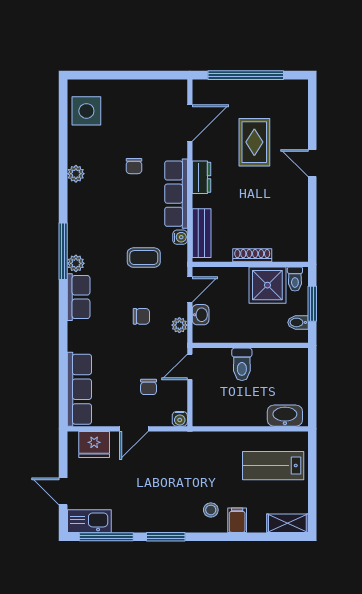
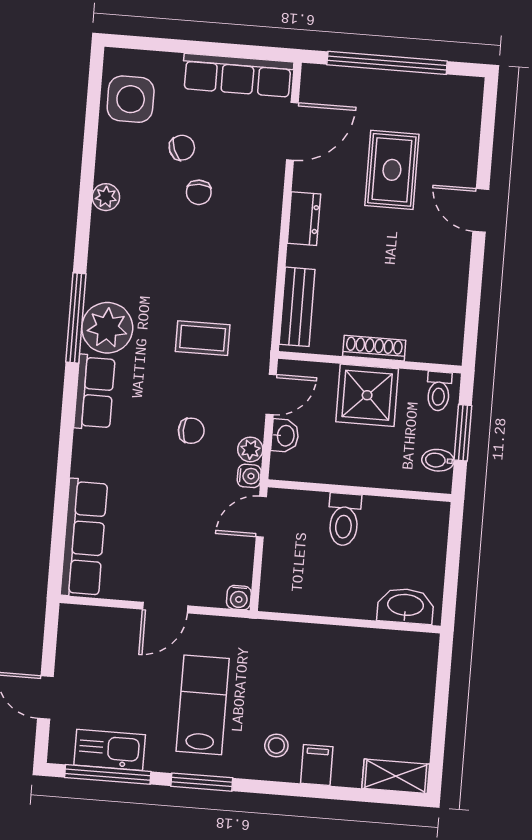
row of seats: (176, 194) -> (238, 75), moved, turned -90
water cooler: (180, 237) -> (249, 476), moved
plant: (76, 263) -> (107, 328), width x1.88, depth x1.88
shower: (267, 285) -> (367, 395), moved
chair: (149, 387) -> (182, 148), moved, turned -112
fridge: (94, 444) -> (100, 627), removed
lab bench: (273, 466) -> (203, 705), moved, turned 90
kitchen sink: (89, 521) -> (110, 750), moved

